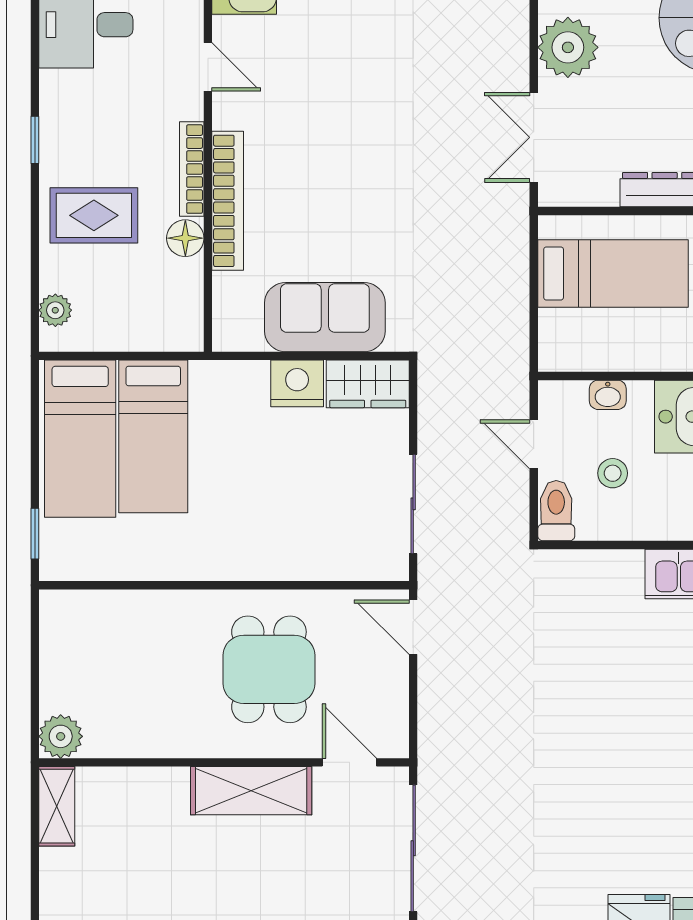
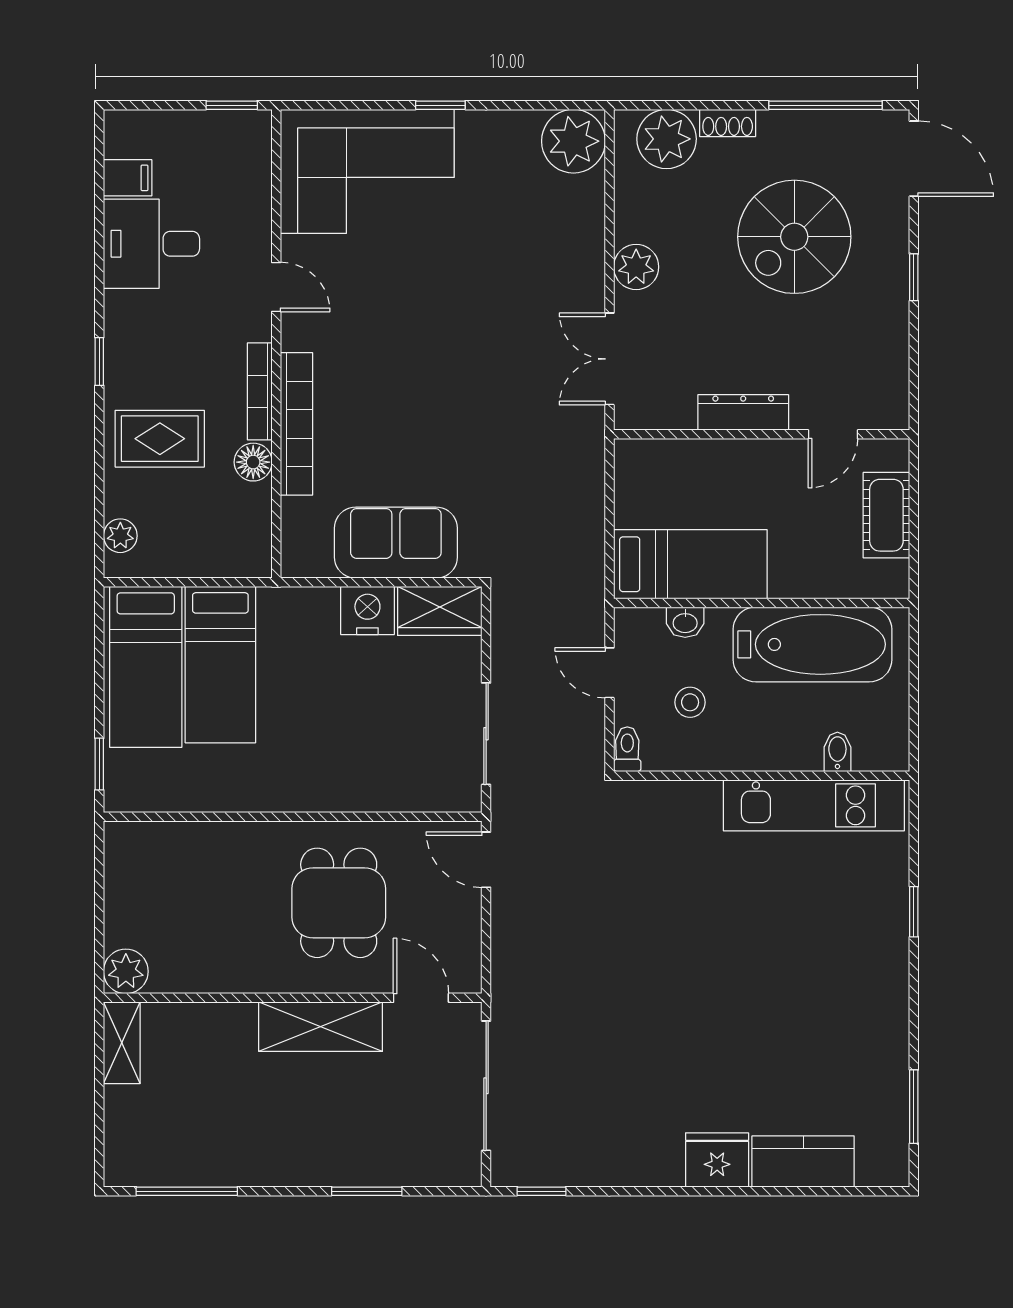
plant: (568, 47) -> (636, 267), width x0.73, depth x0.73
bed: (613, 273) -> (690, 564), moved
toilet: (556, 511) -> (627, 749), width x0.73, depth x0.72

